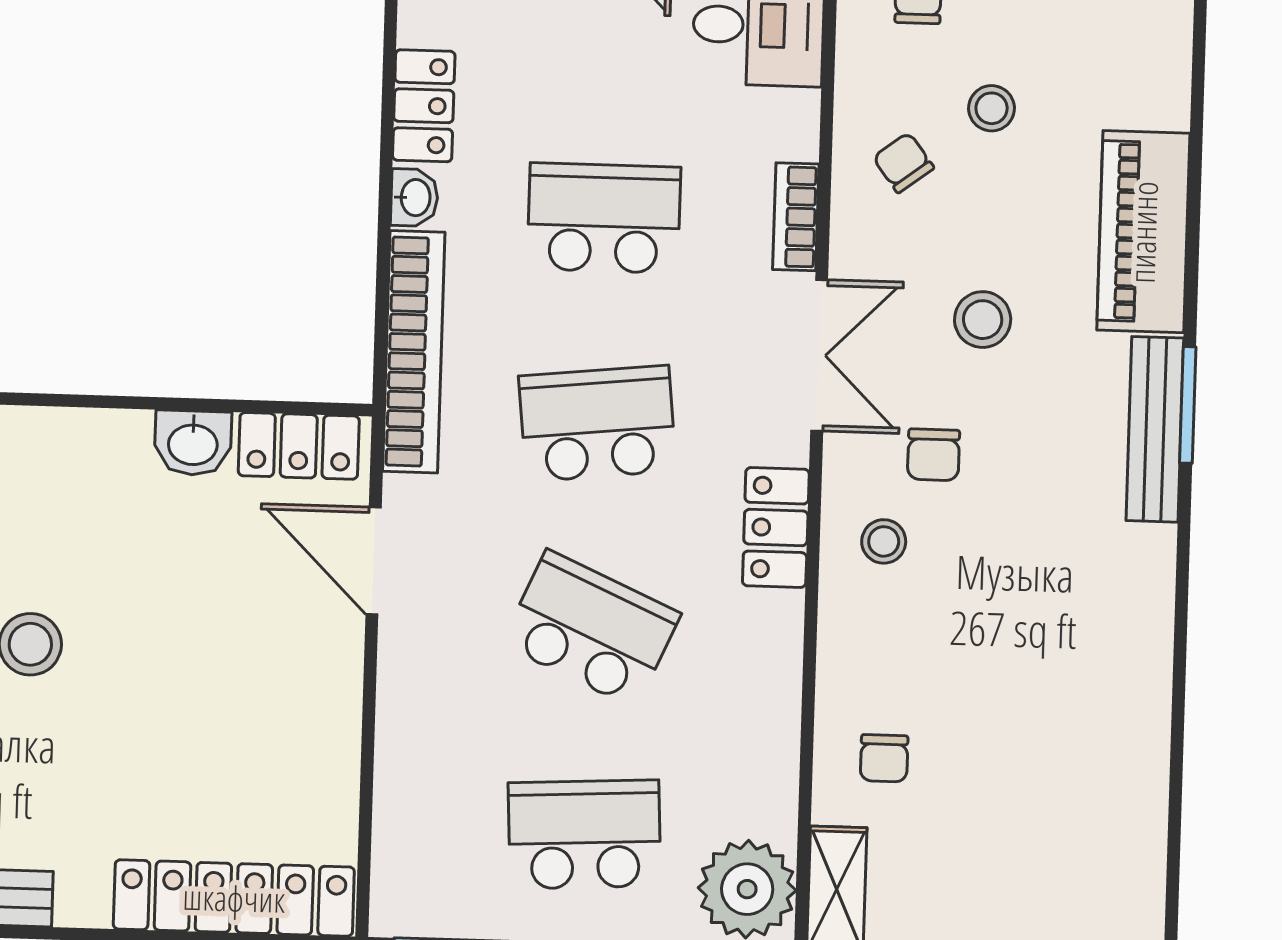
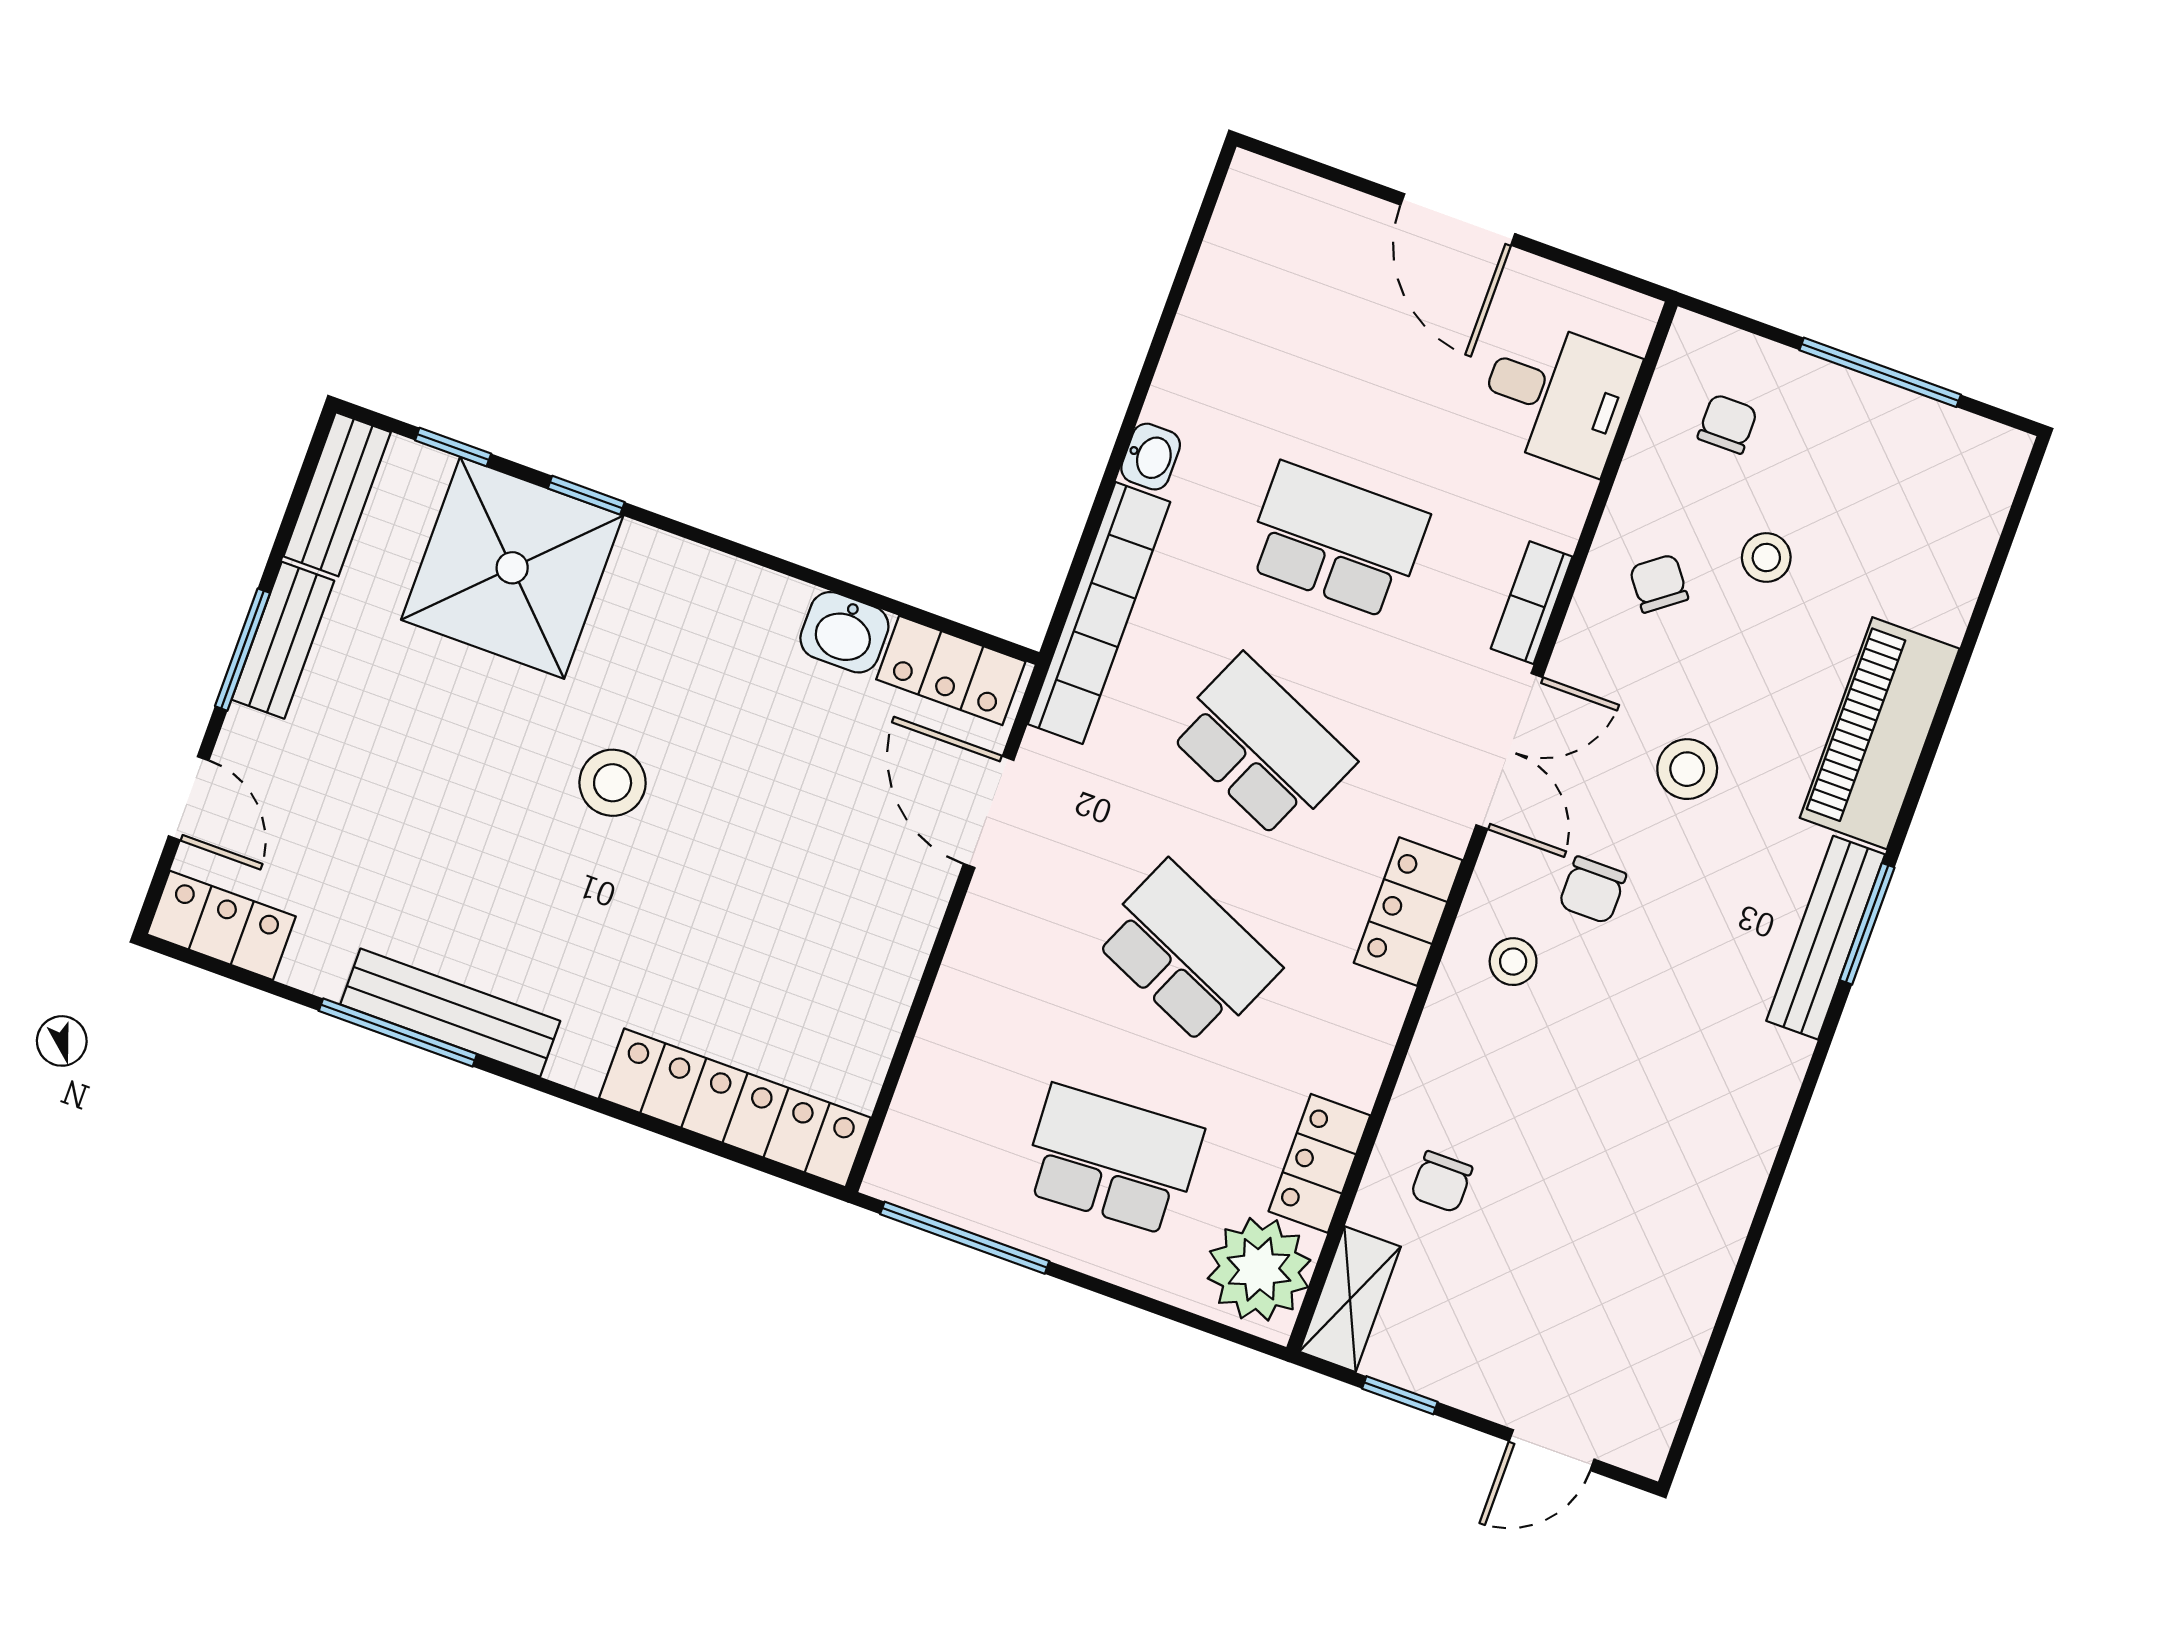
locker: (424, 106) -> (1319, 1163), moved, turned 180
school desk: (597, 423) -> (1262, 747), turned 30

